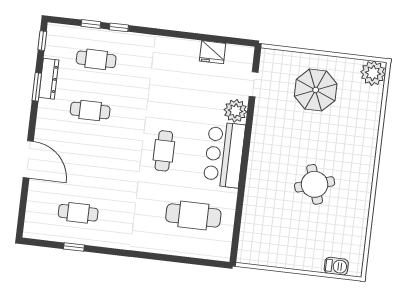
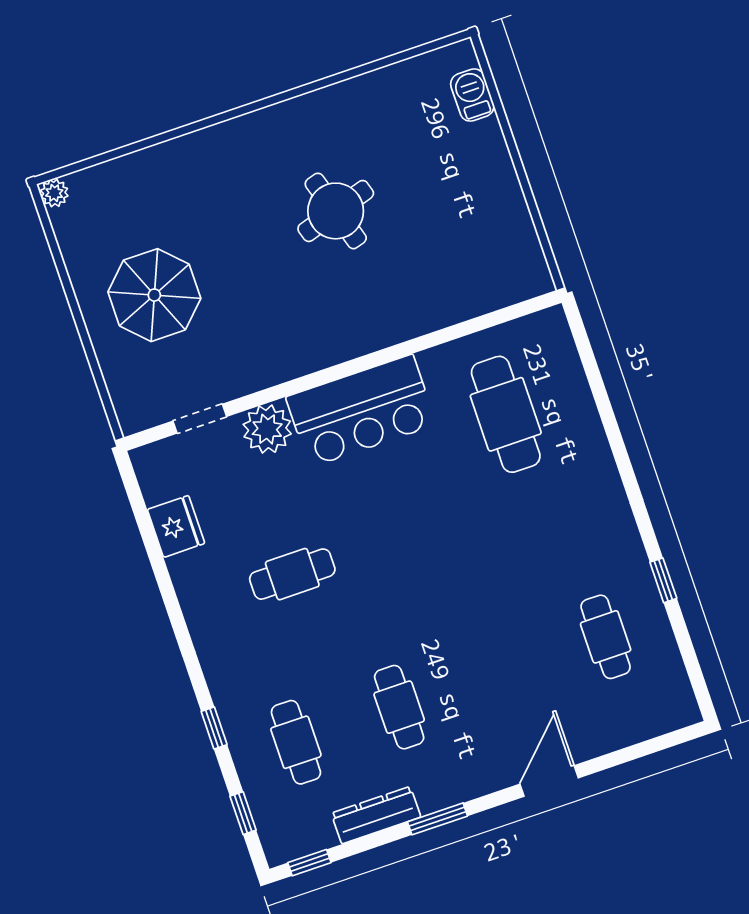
window: (91, 24) -> (243, 813), moved
plant: (373, 73) -> (54, 193), width x0.53, depth x0.53
window: (37, 87) -> (438, 819), moved
cafe table: (164, 151) -> (292, 574), moved
door: (28, 159) -> (549, 781), width x0.73
window: (74, 247) -> (663, 580), moved

